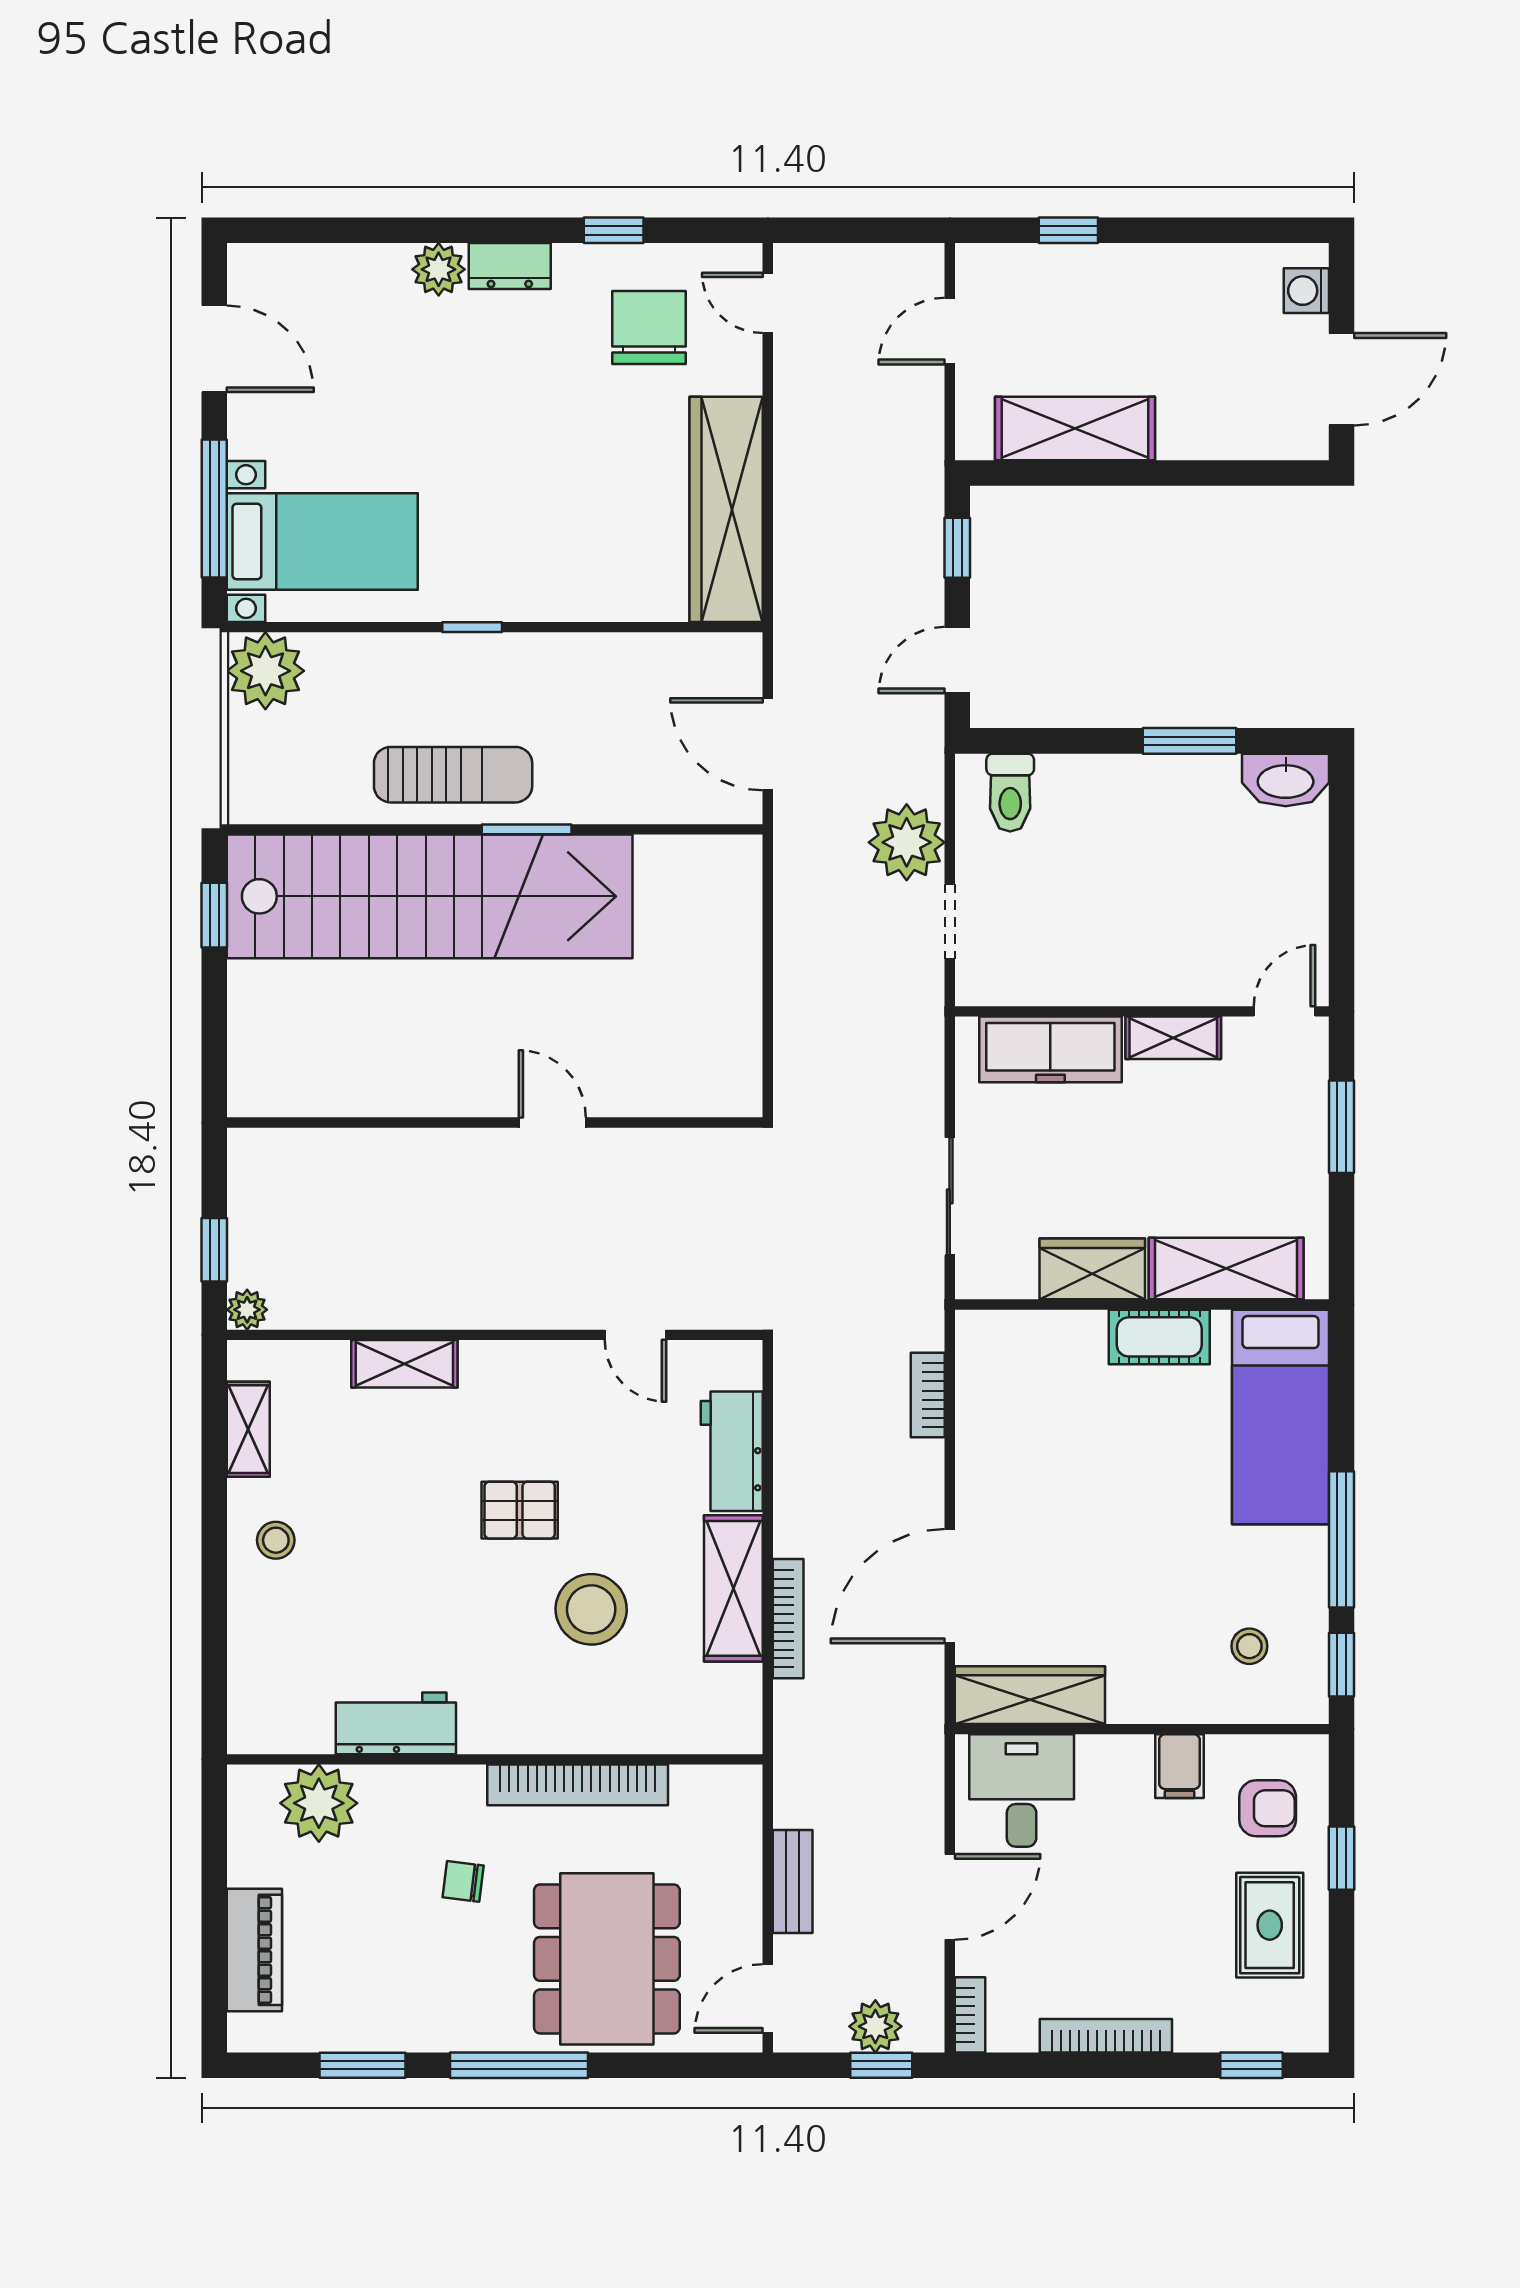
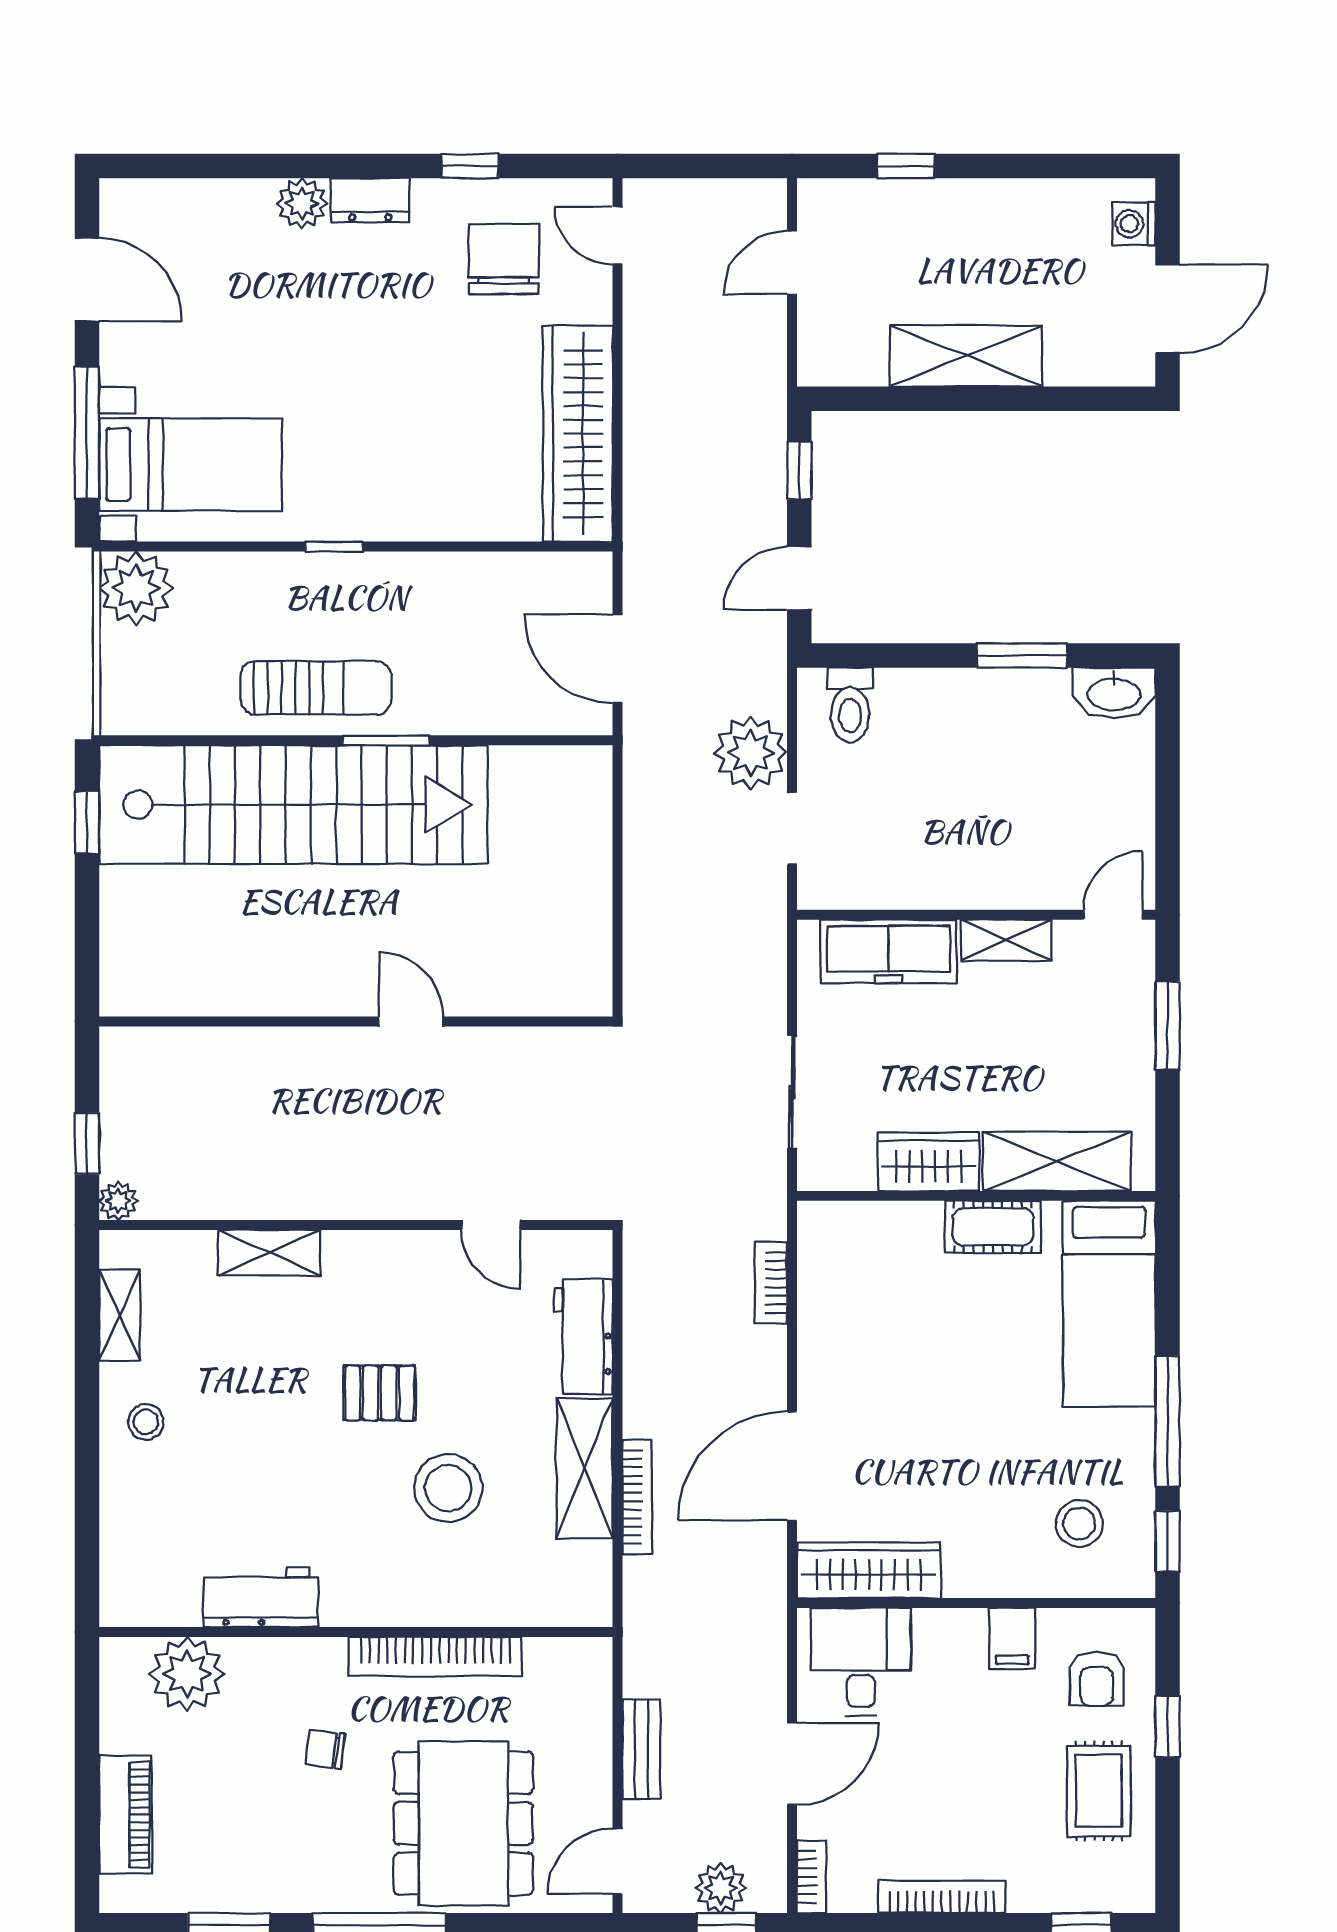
shelving: (1075, 428) -> (966, 356), moved
stool: (1249, 1646) -> (1079, 1523), width x1.37, depth x1.37
armchair: (1268, 1808) -> (1097, 1679), turned 90

